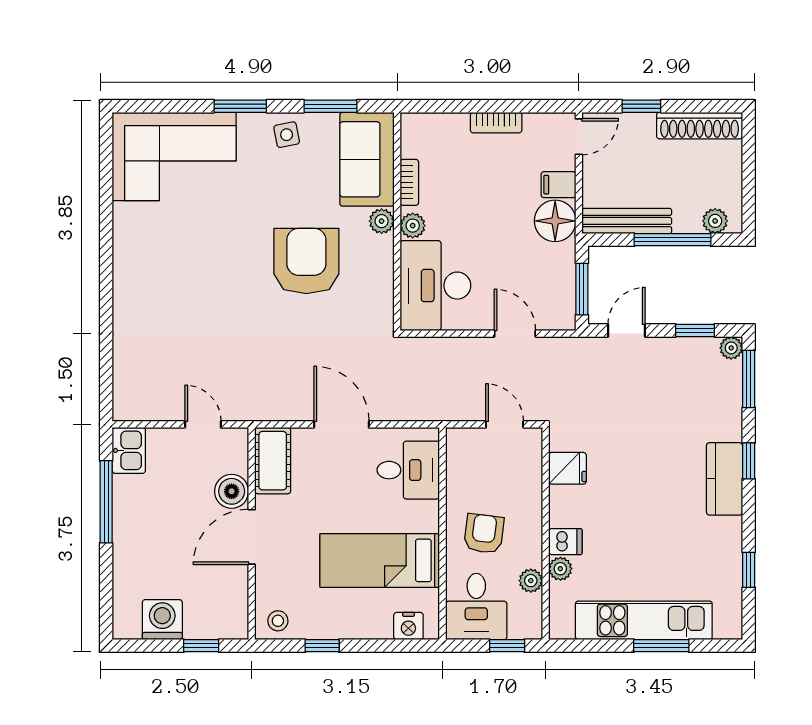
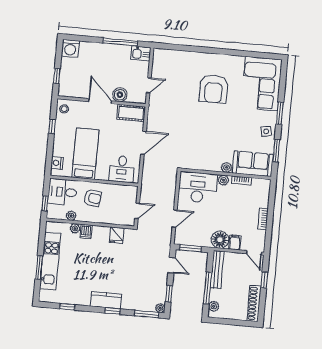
armchair: (306, 261) -> (214, 89), moved, turned 90
washing machine: (162, 620) -> (70, 48), moved, turned 90

